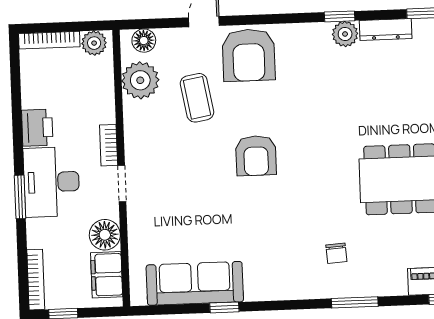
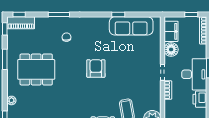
armchair: (256, 156) -> (96, 68), moved

